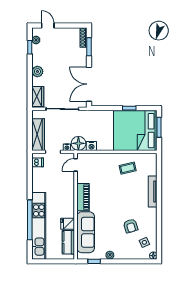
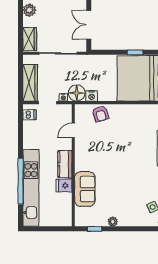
double door: (89, 84) -> (89, 25), width x0.73
door: (76, 165) -> (73, 130), moved
coffee table: (128, 168) -> (133, 121), removed
piano: (83, 197) -> (82, 155), removed
armchair: (131, 226) -> (101, 114), moved
sofa: (86, 232) -> (85, 189), width x0.73
kitchen counter: (68, 242) -> (65, 164), moved

